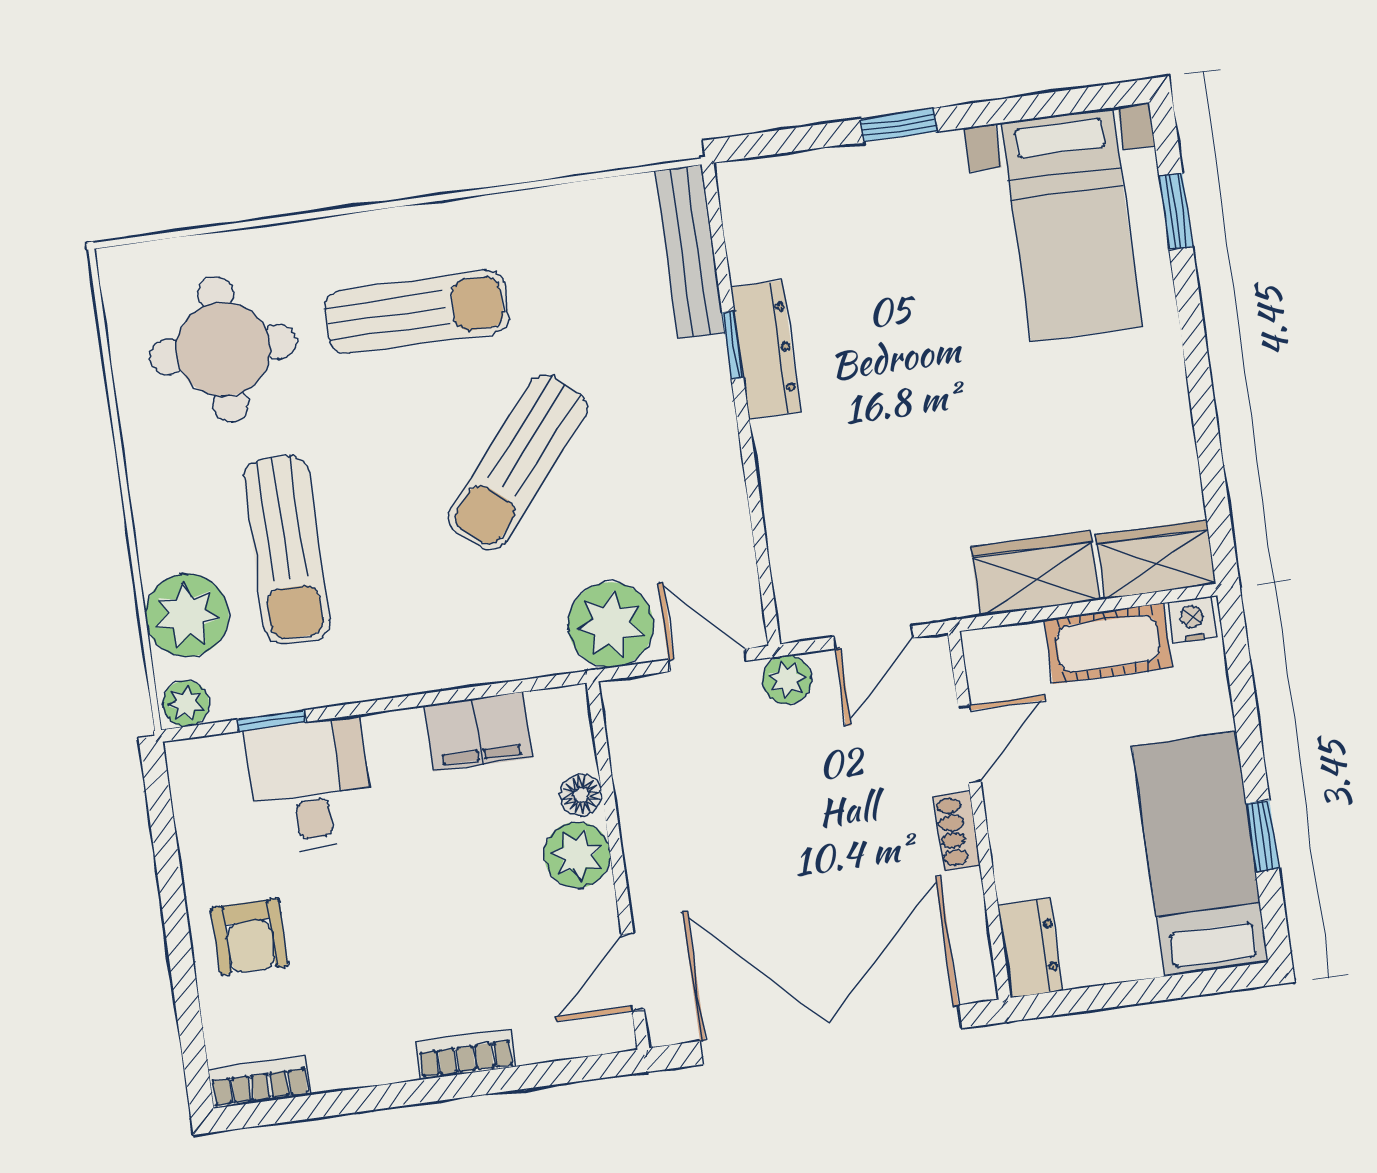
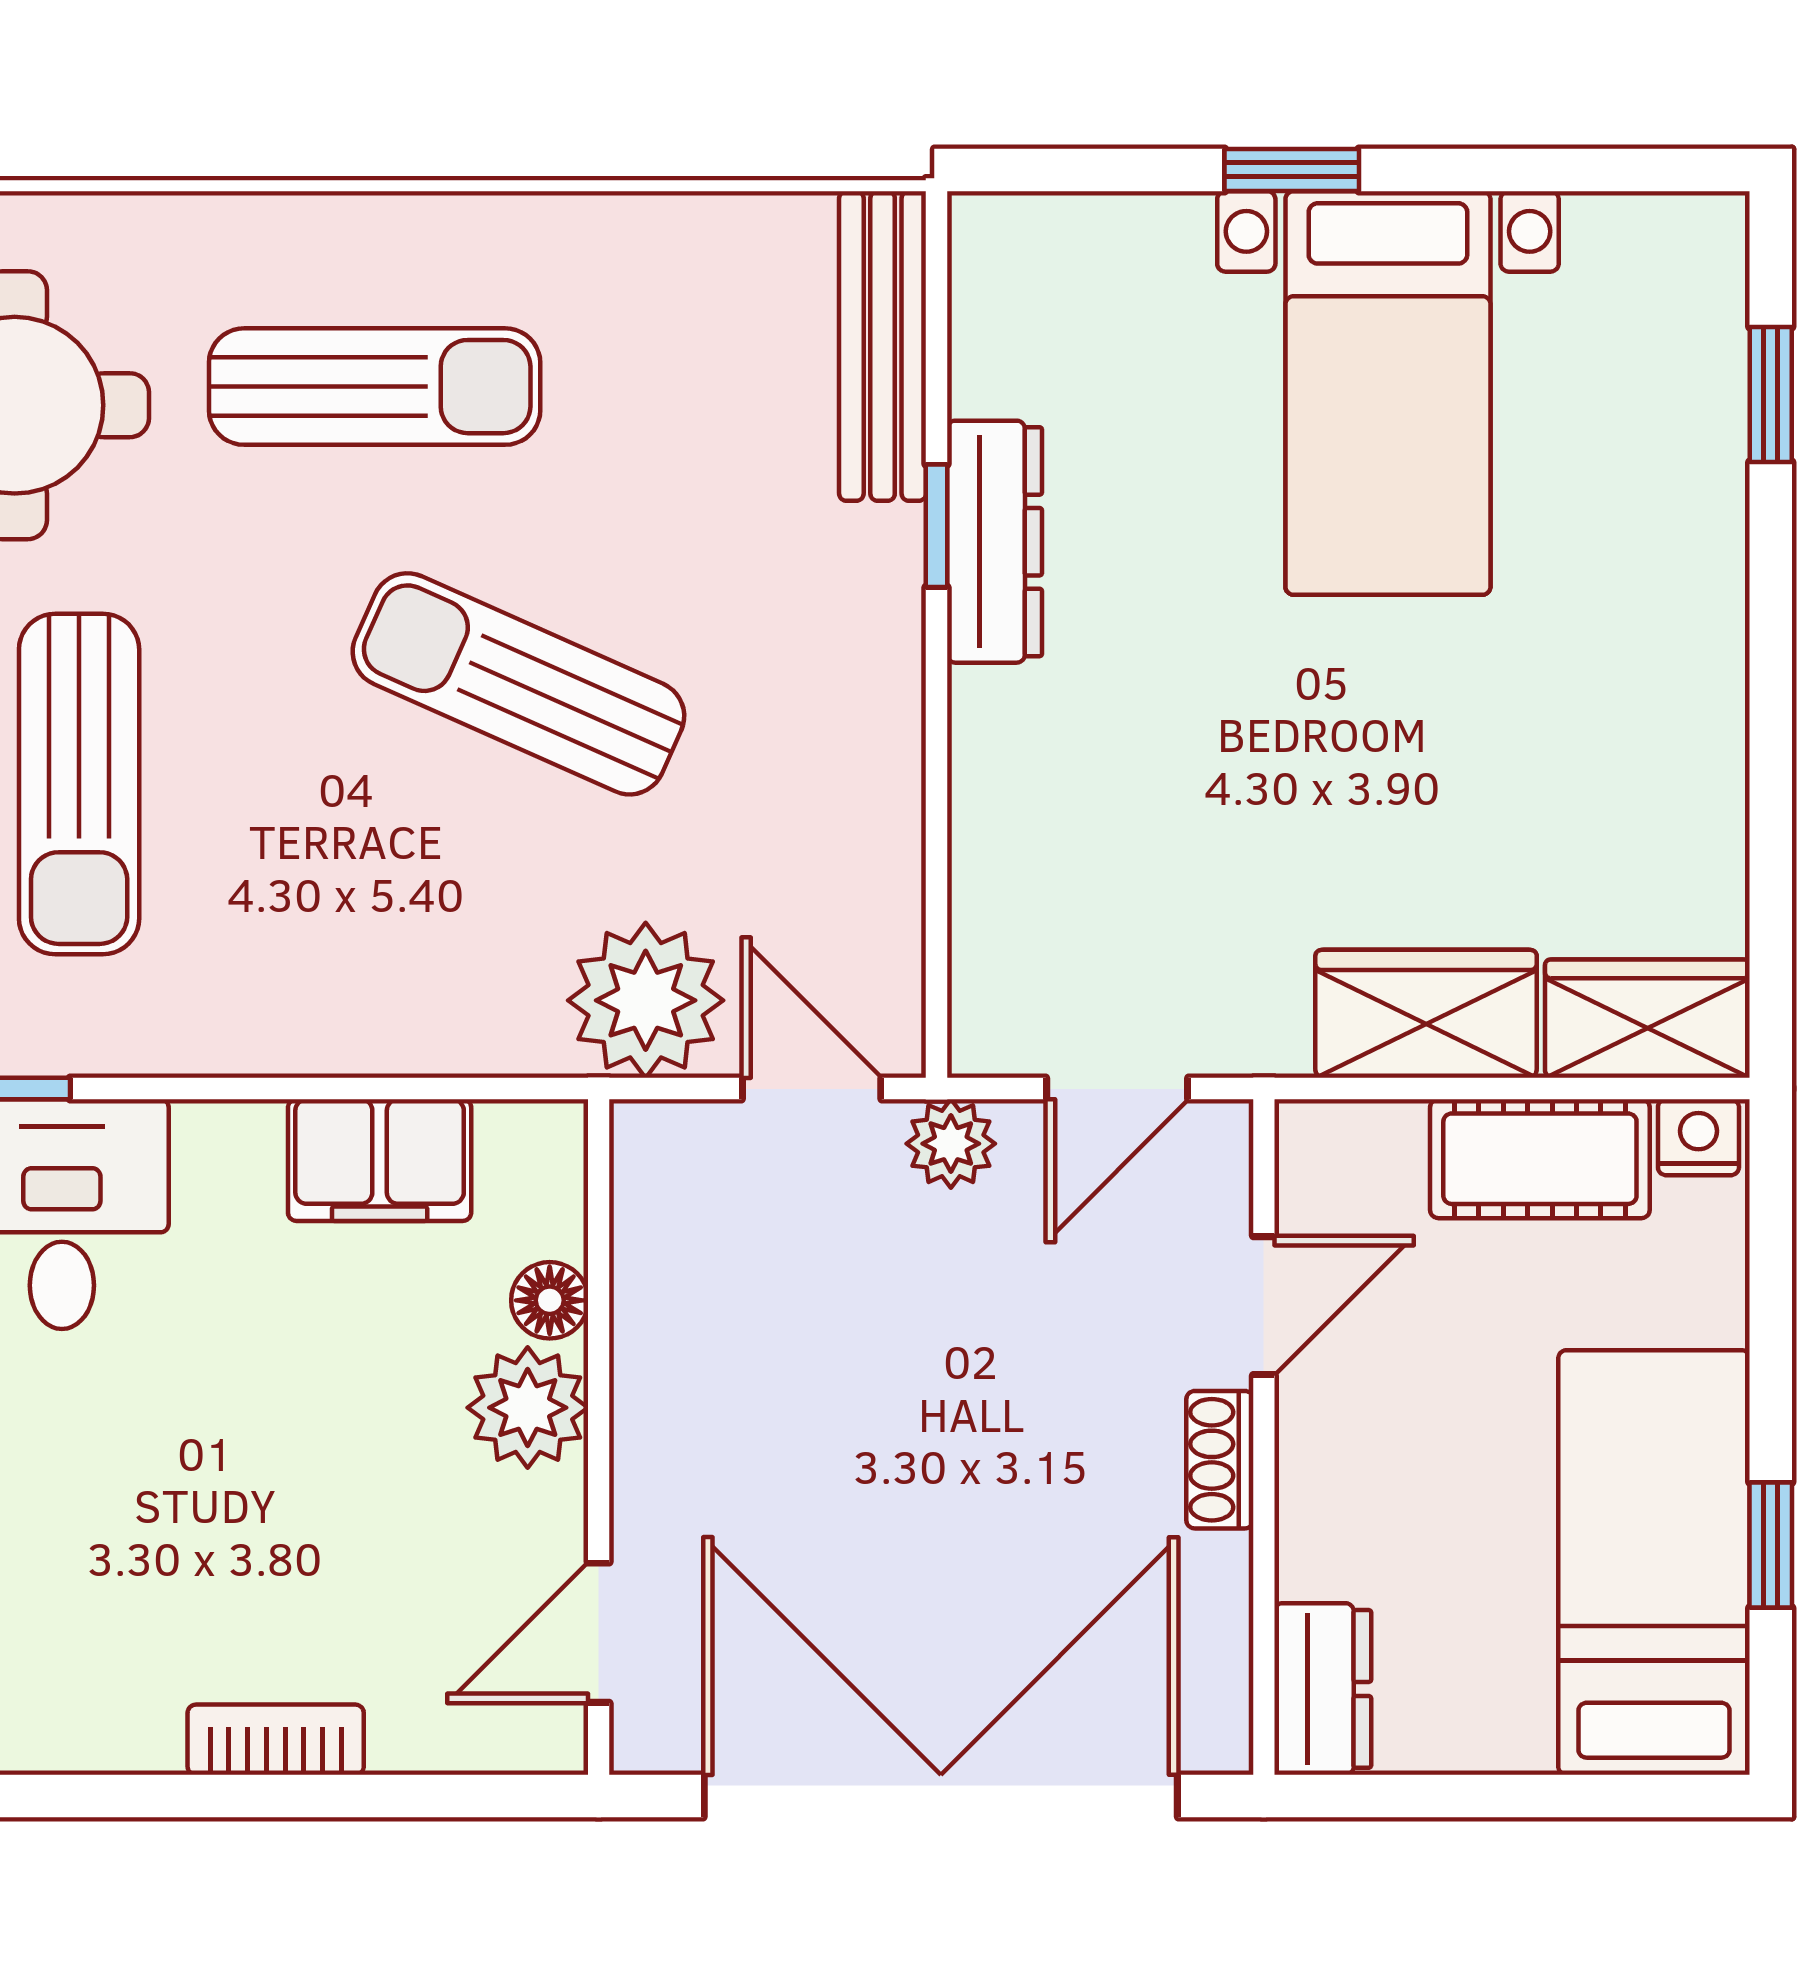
bed with nightstands: (1072, 225) -> (1388, 393), moved
sun lounger: (518, 463) -> (518, 684), turned 74

